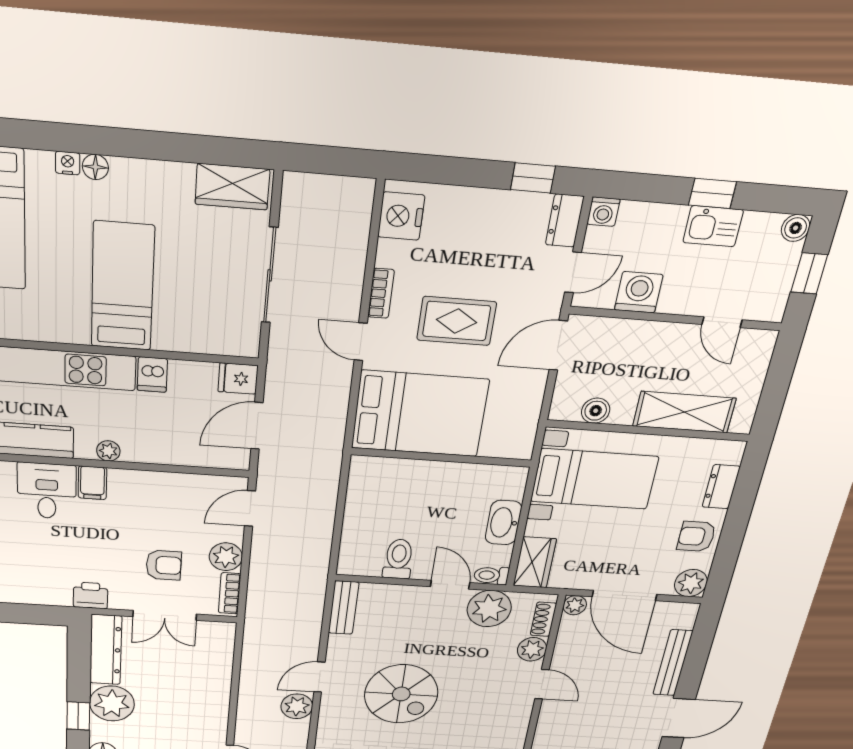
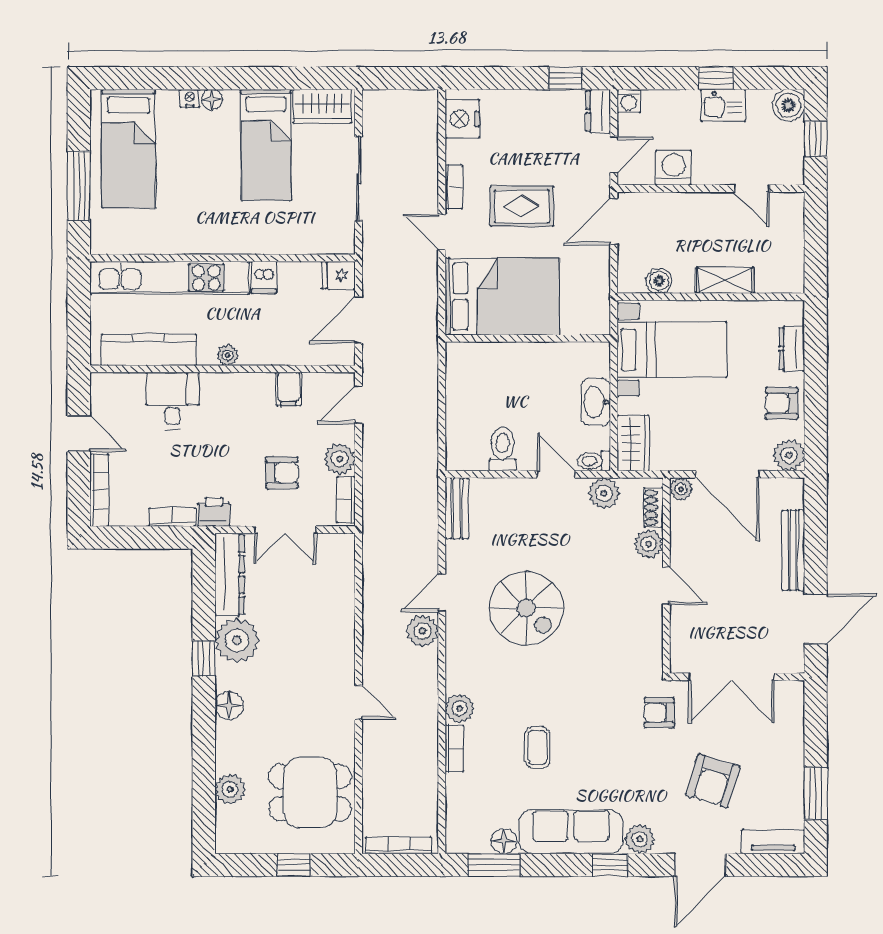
boiler: (796, 228) -> (789, 105), width x1.36, depth x1.36
bed: (123, 287) -> (266, 145), moved, turned 180
shelving: (684, 412) -> (725, 280), width x0.67, depth x0.75
filing cabinet: (92, 483) -> (289, 389), moved
bookcase: (47, 597) -> (172, 517), added
plant: (489, 609) -> (604, 493), width x0.73, depth x0.73

